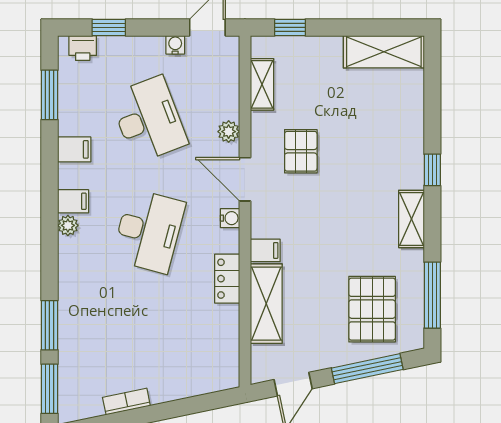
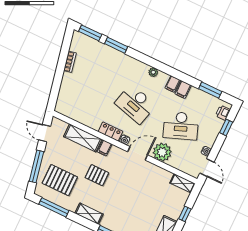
window: (290, 27) -> (185, 214), moved
shelving: (262, 84) -> (182, 183), moved
plant: (229, 132) -> (162, 152), width x1.88, depth x1.88
pallet: (301, 151) -> (97, 175), moved
filing cabinet: (73, 201) -> (173, 84), moved
locker: (227, 279) -> (110, 132), moved

